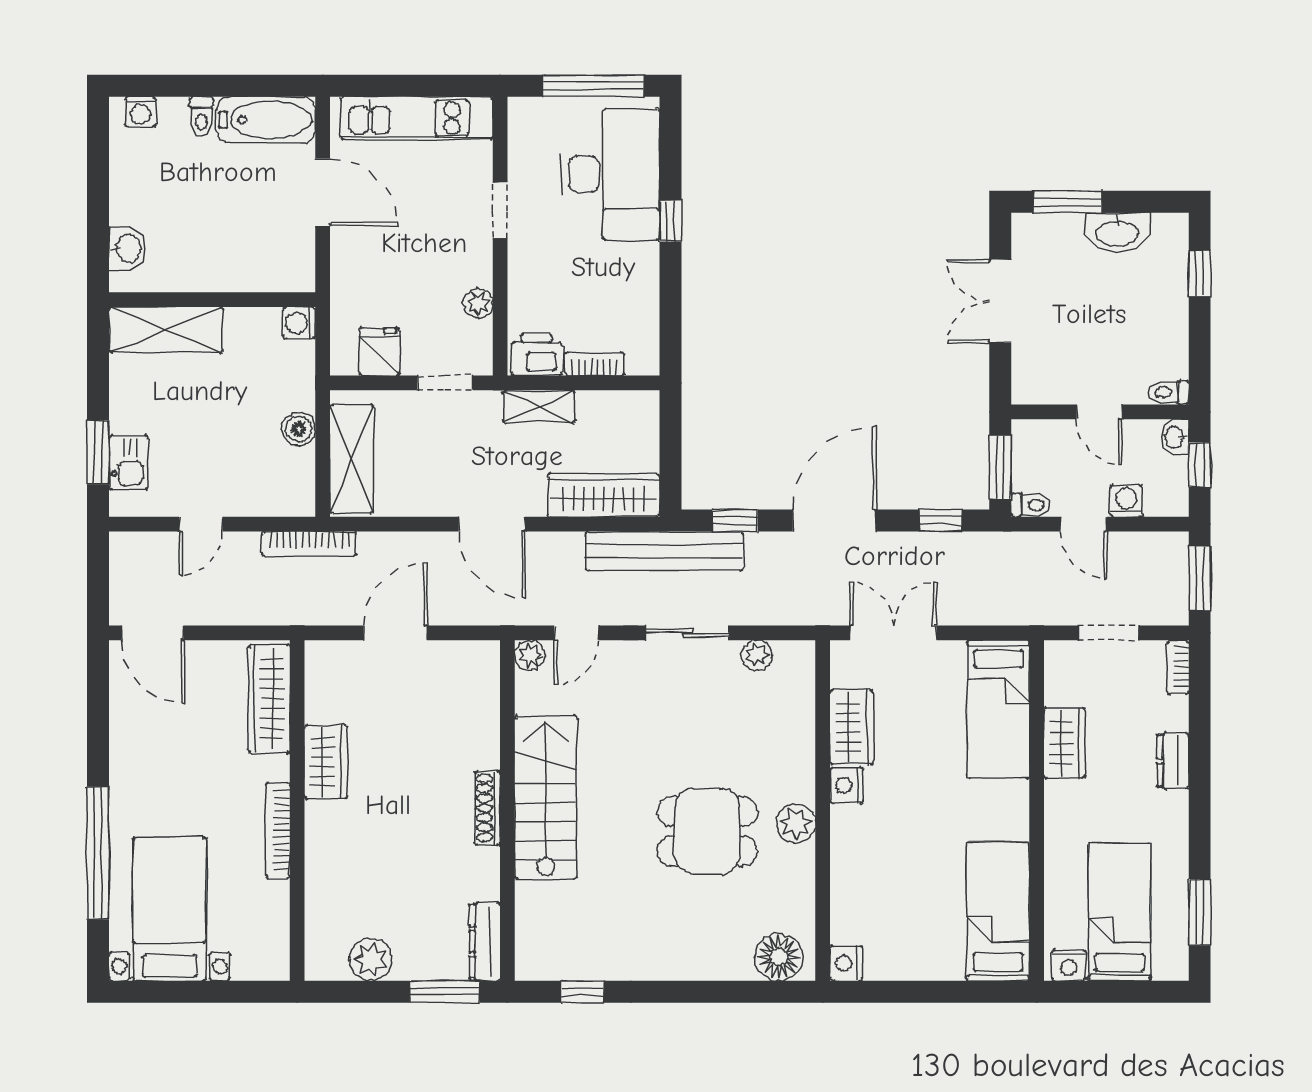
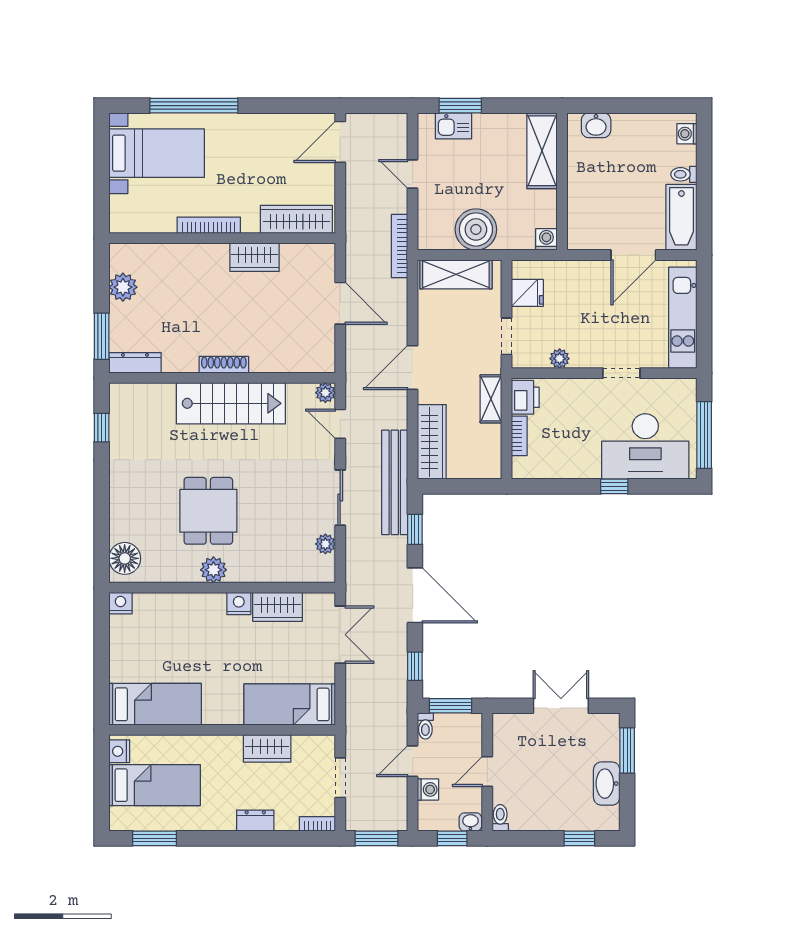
boiler: (299, 429) -> (476, 229), width x1.86, depth x1.86

